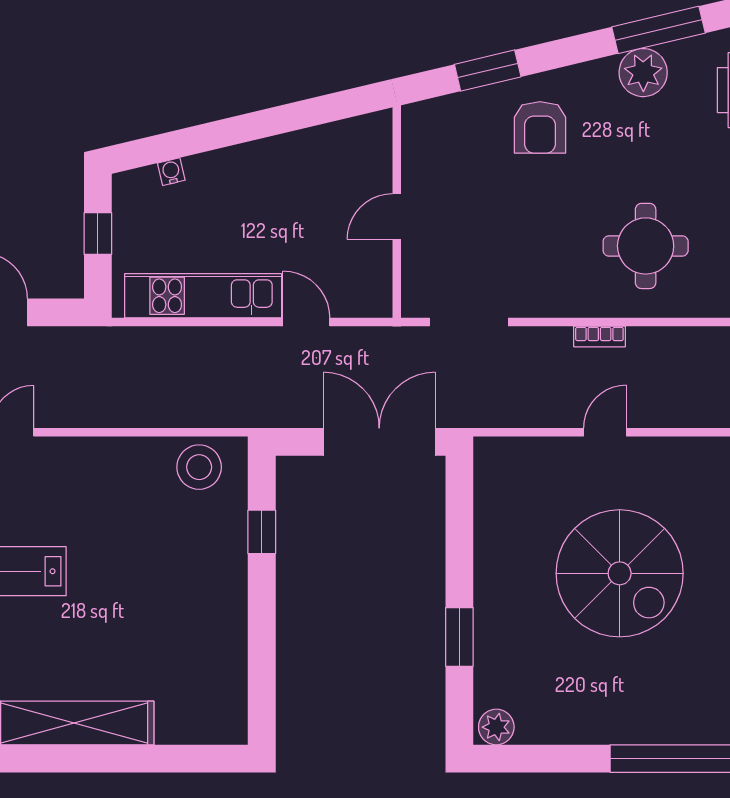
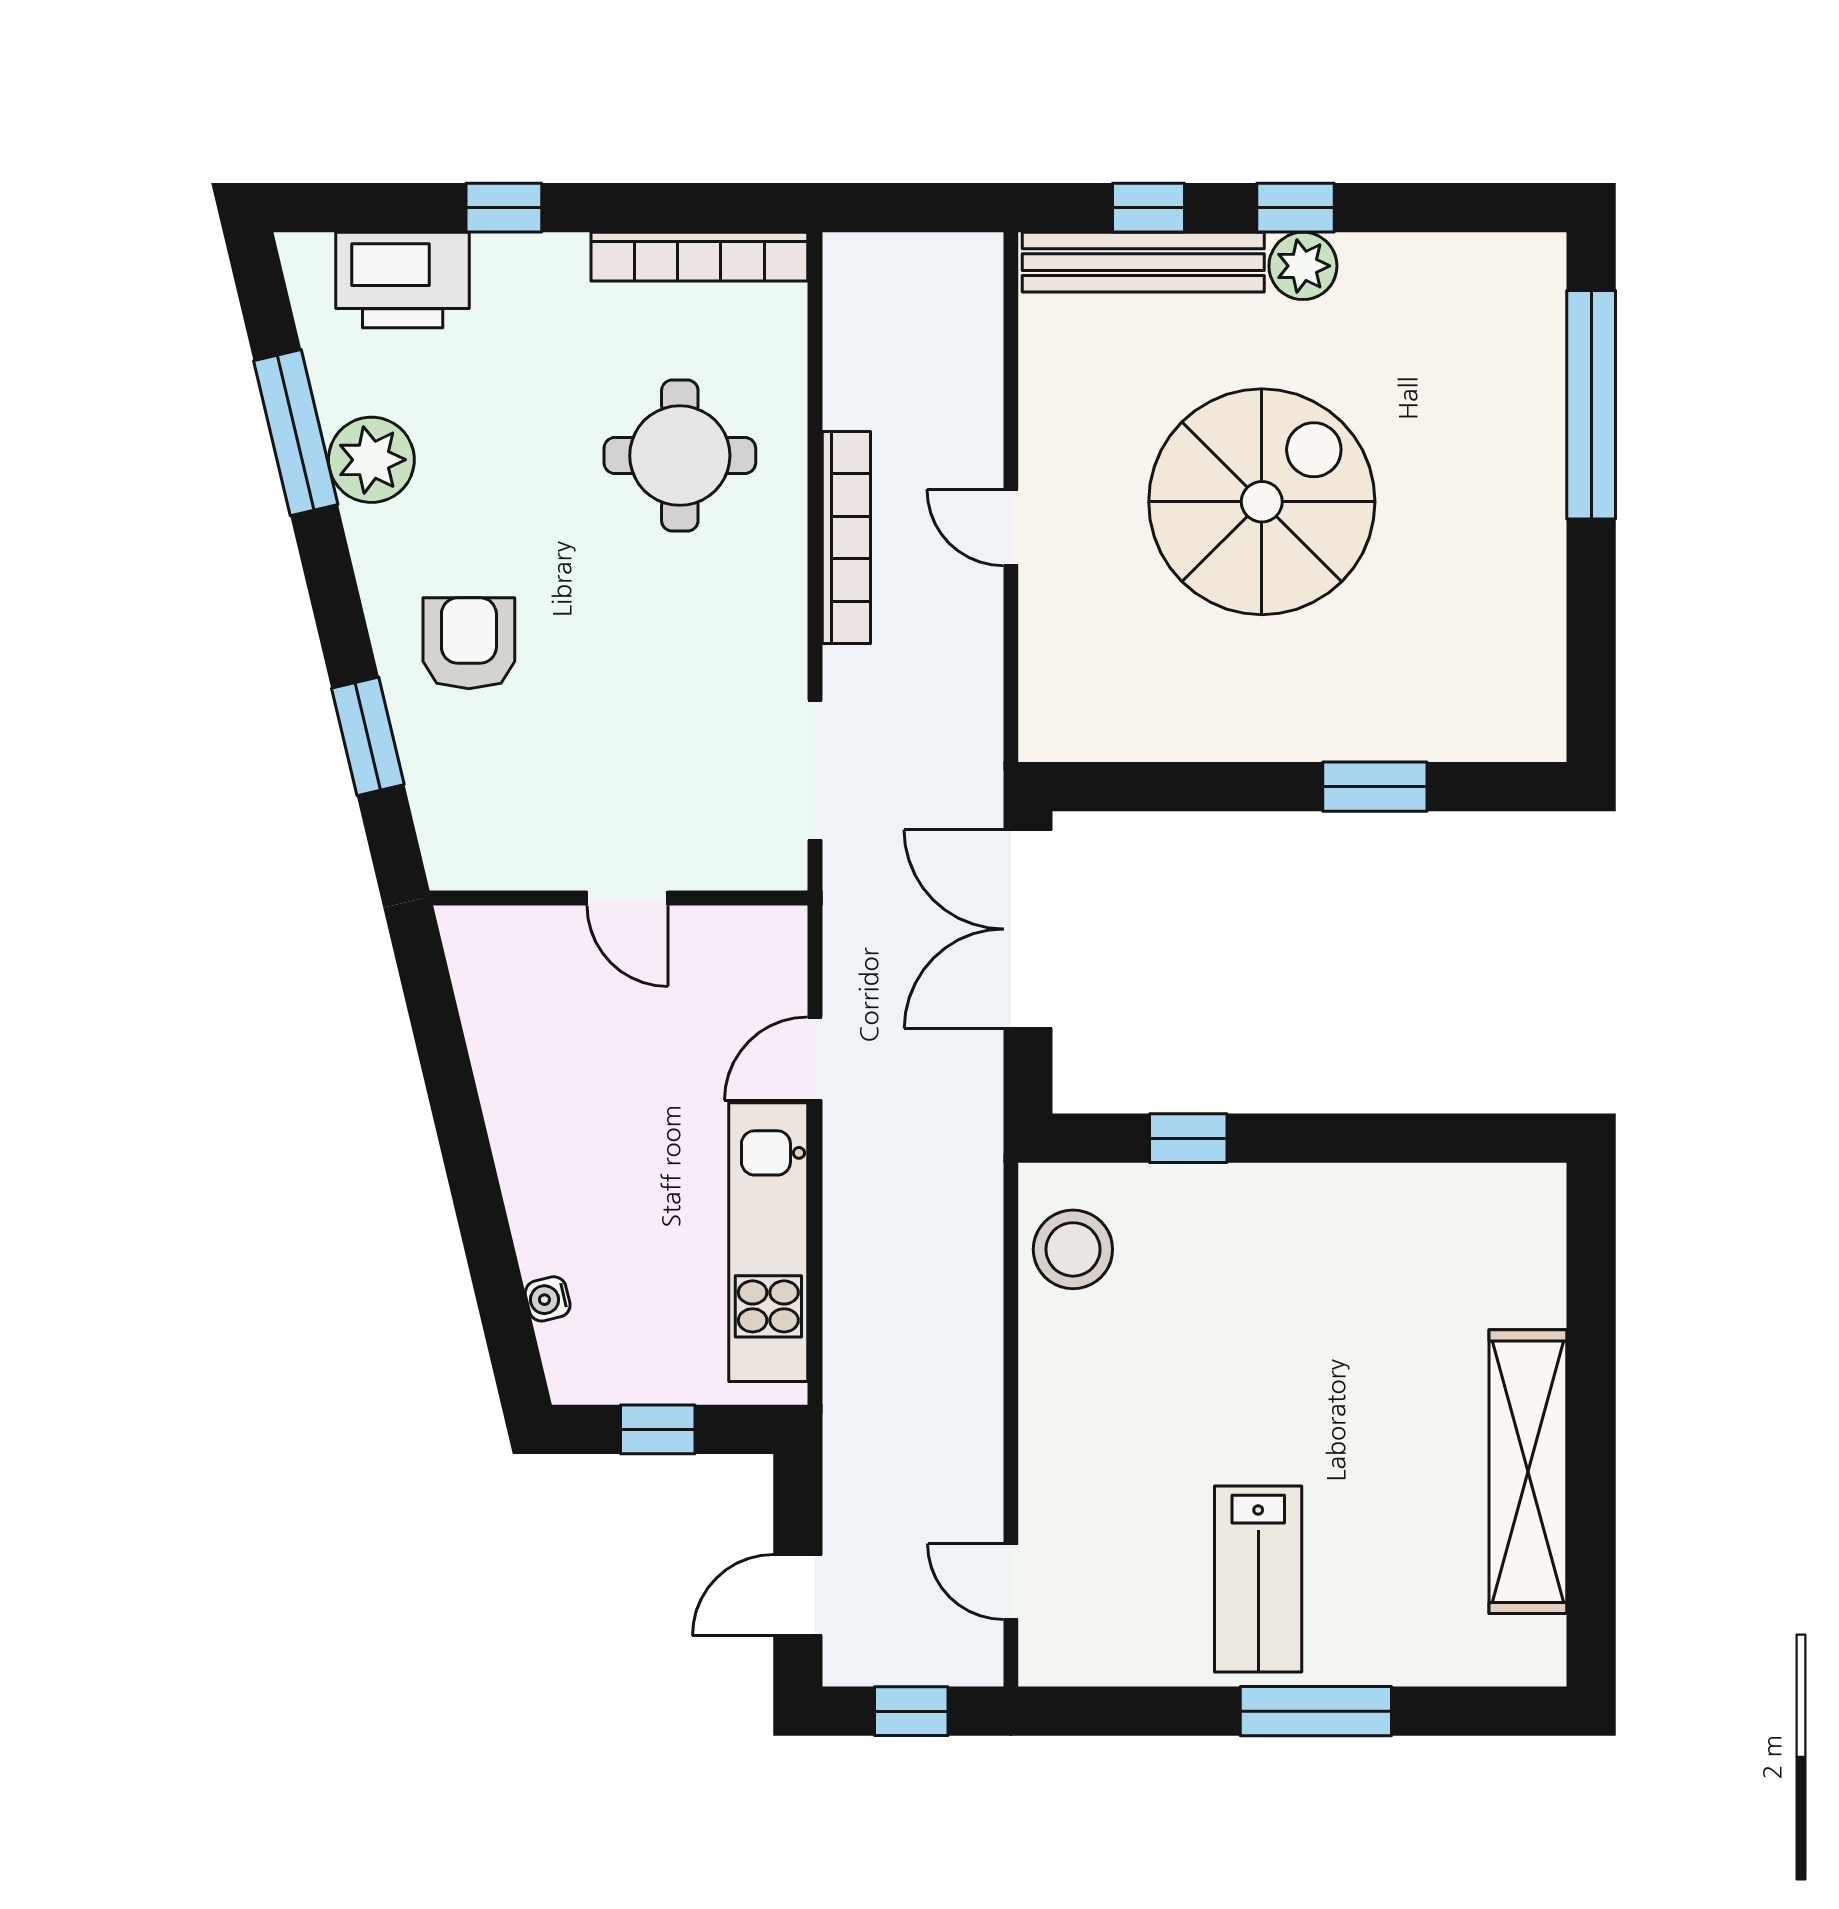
armchair: (540, 127) -> (469, 643), turned -90
bookcase: (599, 336) -> (846, 538), width x2.31, depth x1.31
plant: (496, 727) -> (1535, 721), removed

